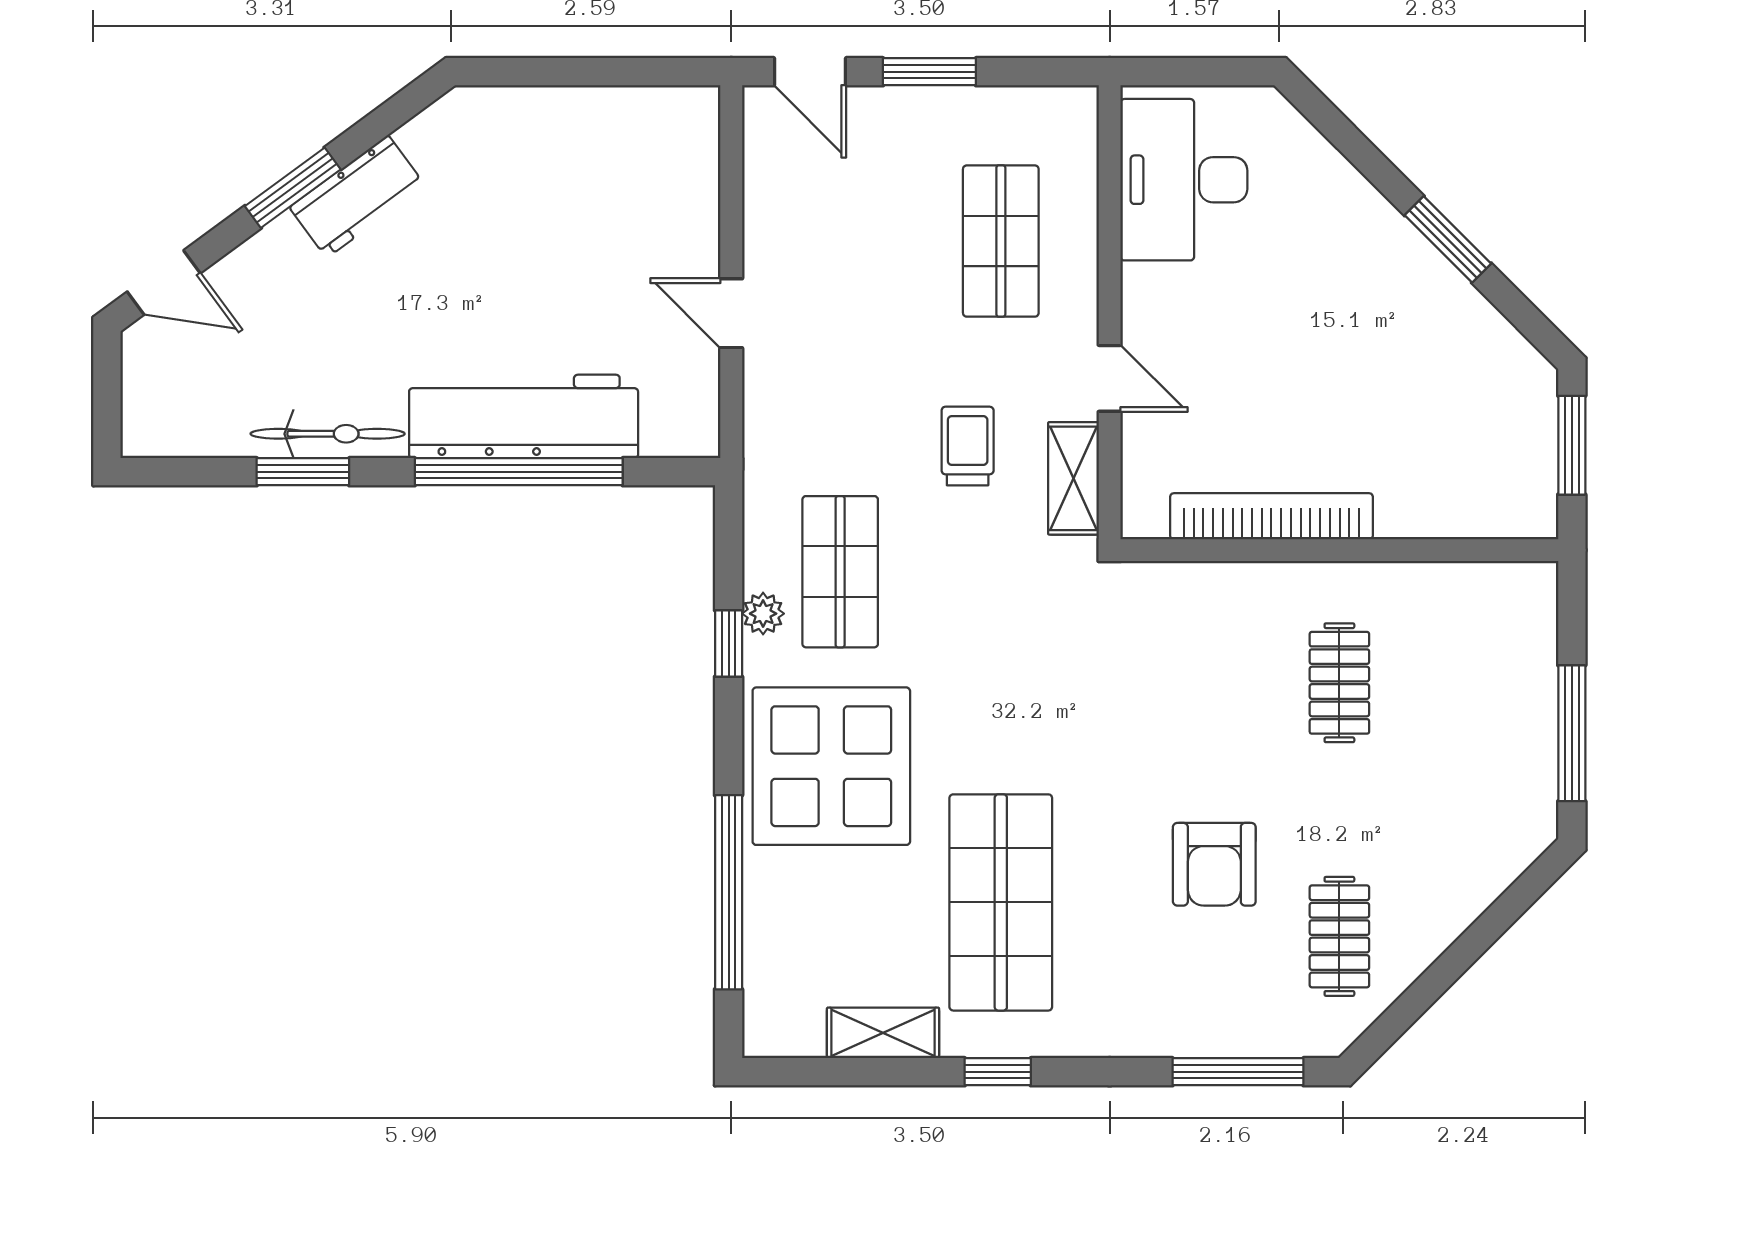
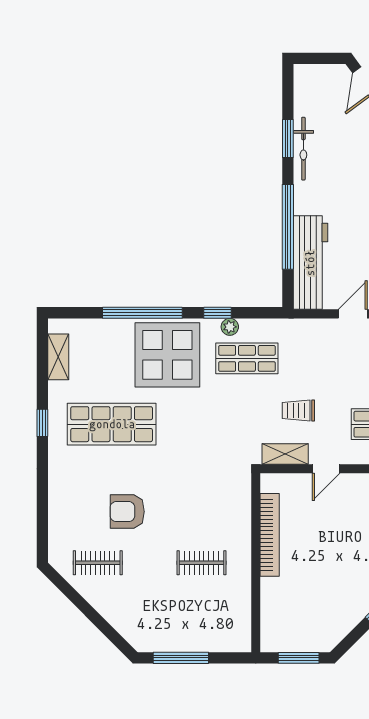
workbench: (524, 416) -> (310, 263), moved
trolley: (968, 446) -> (298, 411), turned 180
window: (729, 892) -> (142, 313), moved
shelving: (883, 1033) -> (58, 357), moved
window: (1238, 1072) -> (42, 521), removed

